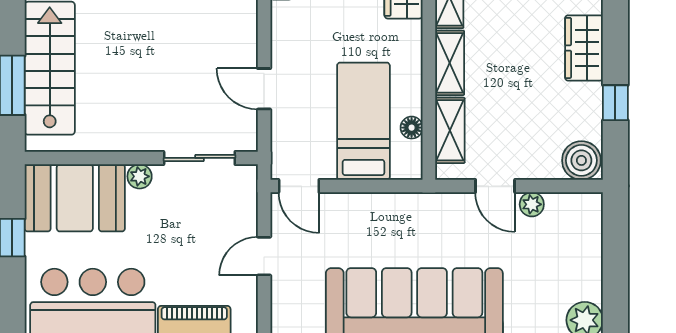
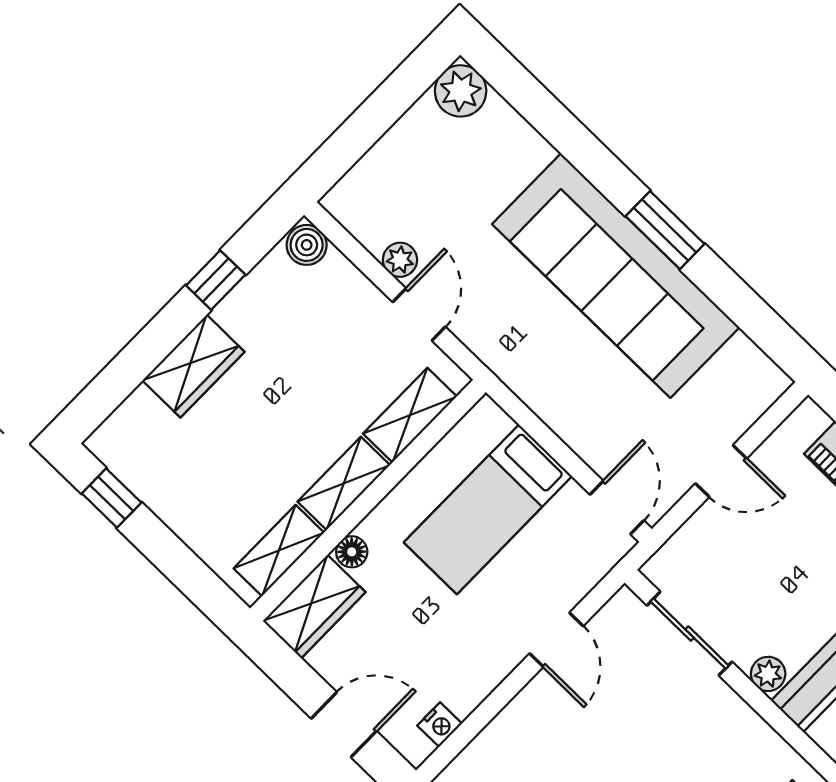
floor lamp: (412, 128) -> (352, 552), moved
boiler: (581, 160) -> (307, 245), width x0.73, depth x0.73

